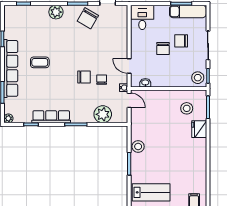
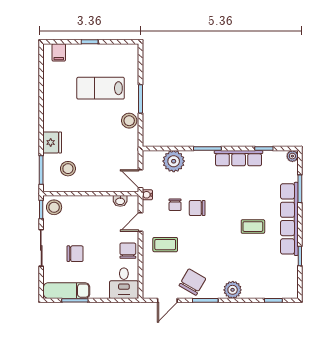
coffee table: (109, 48) -> (165, 245), added
chair: (163, 48) -> (128, 251), moved
door: (129, 66) -> (140, 222), swing flipped
lab bench: (151, 192) -> (101, 88), moved

